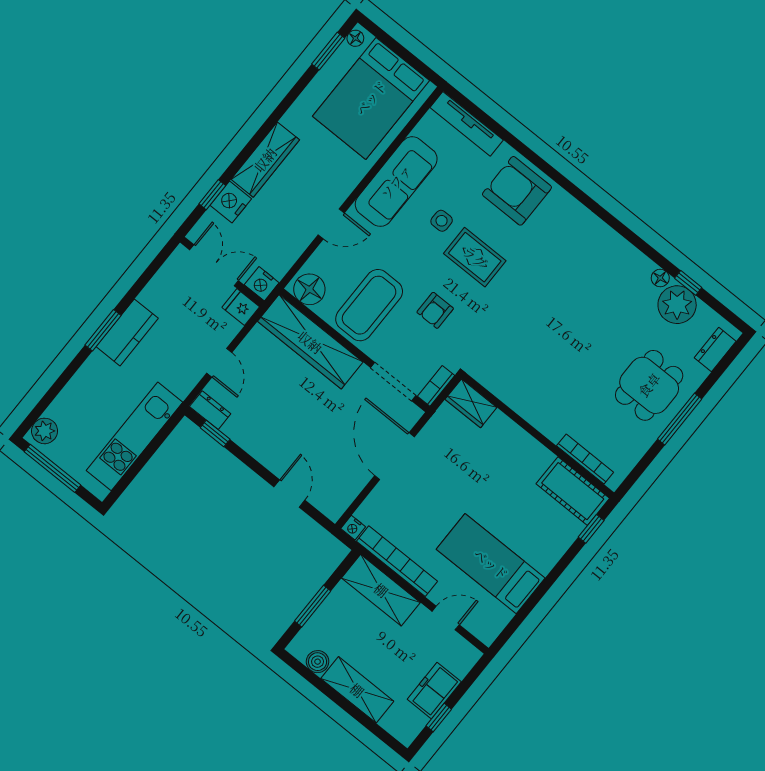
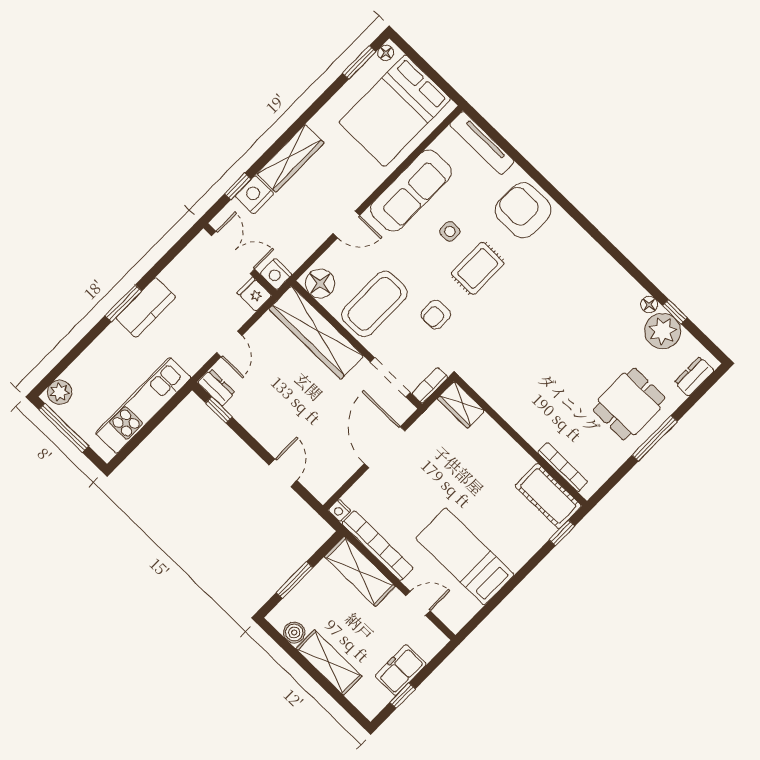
rug: (475, 257) -> (478, 268), turned 90

